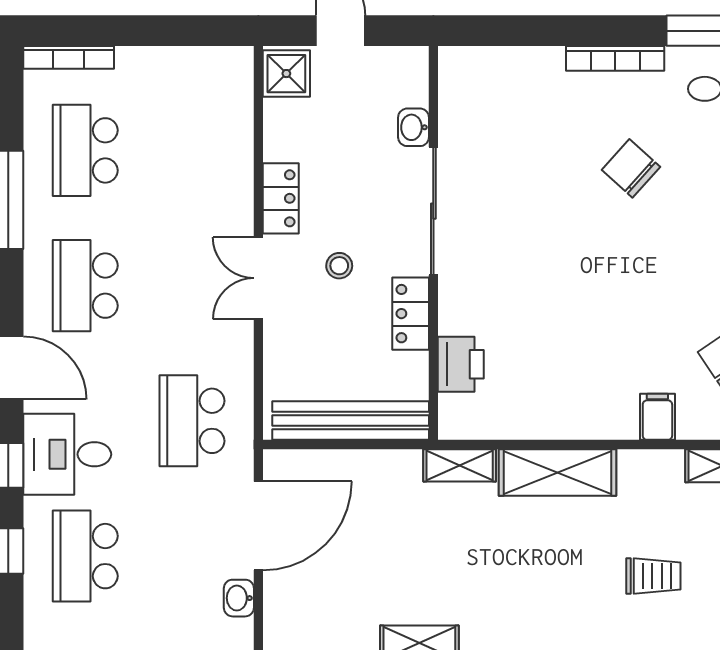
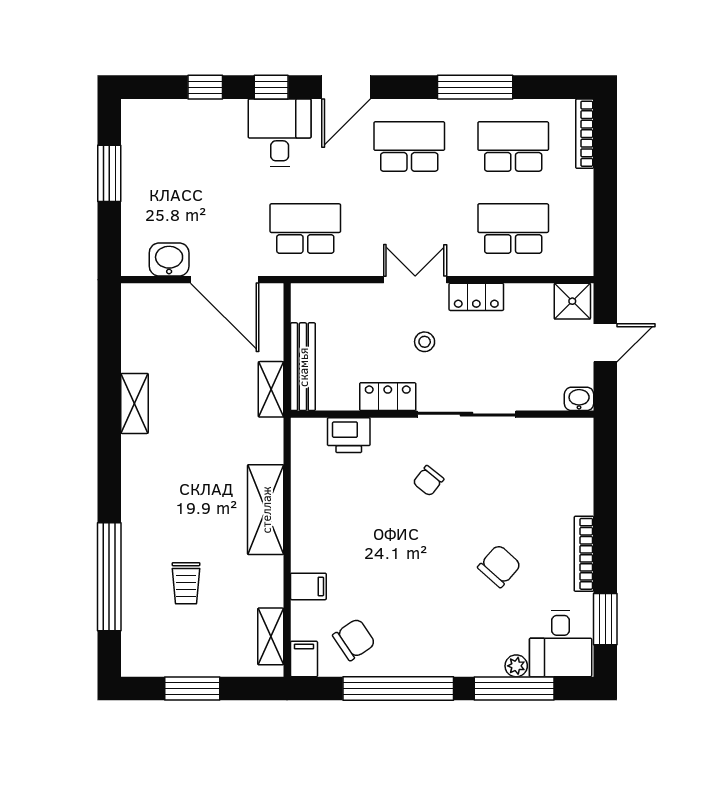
washbasin: (414, 127) -> (579, 399), moved
chair: (520, 261) -> (428, 481), added
bench: (351, 421) -> (303, 367), width x0.73, depth x0.82
shelving: (460, 465) -> (271, 389), moved
school desk: (85, 556) -> (513, 229), moved
washbasin: (239, 598) -> (169, 259), width x1.38, depth x1.45

